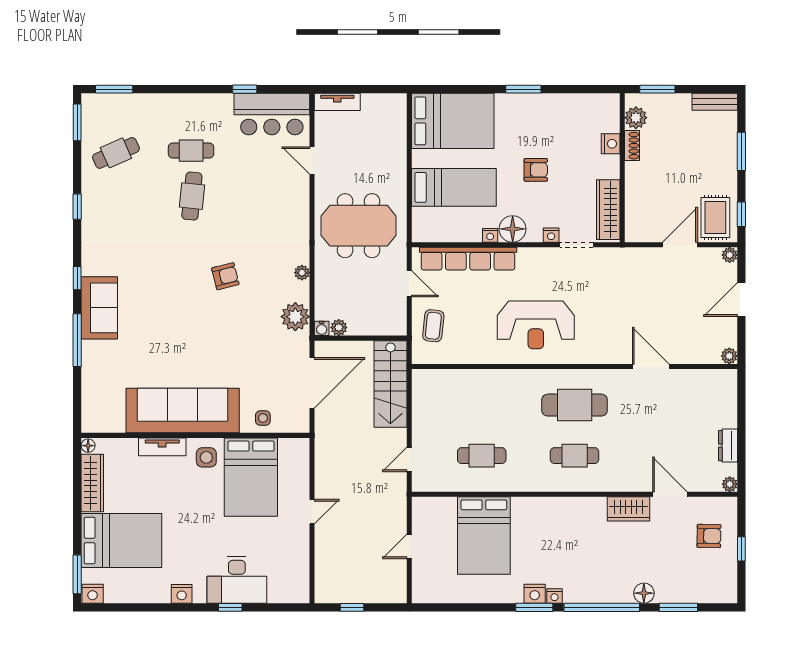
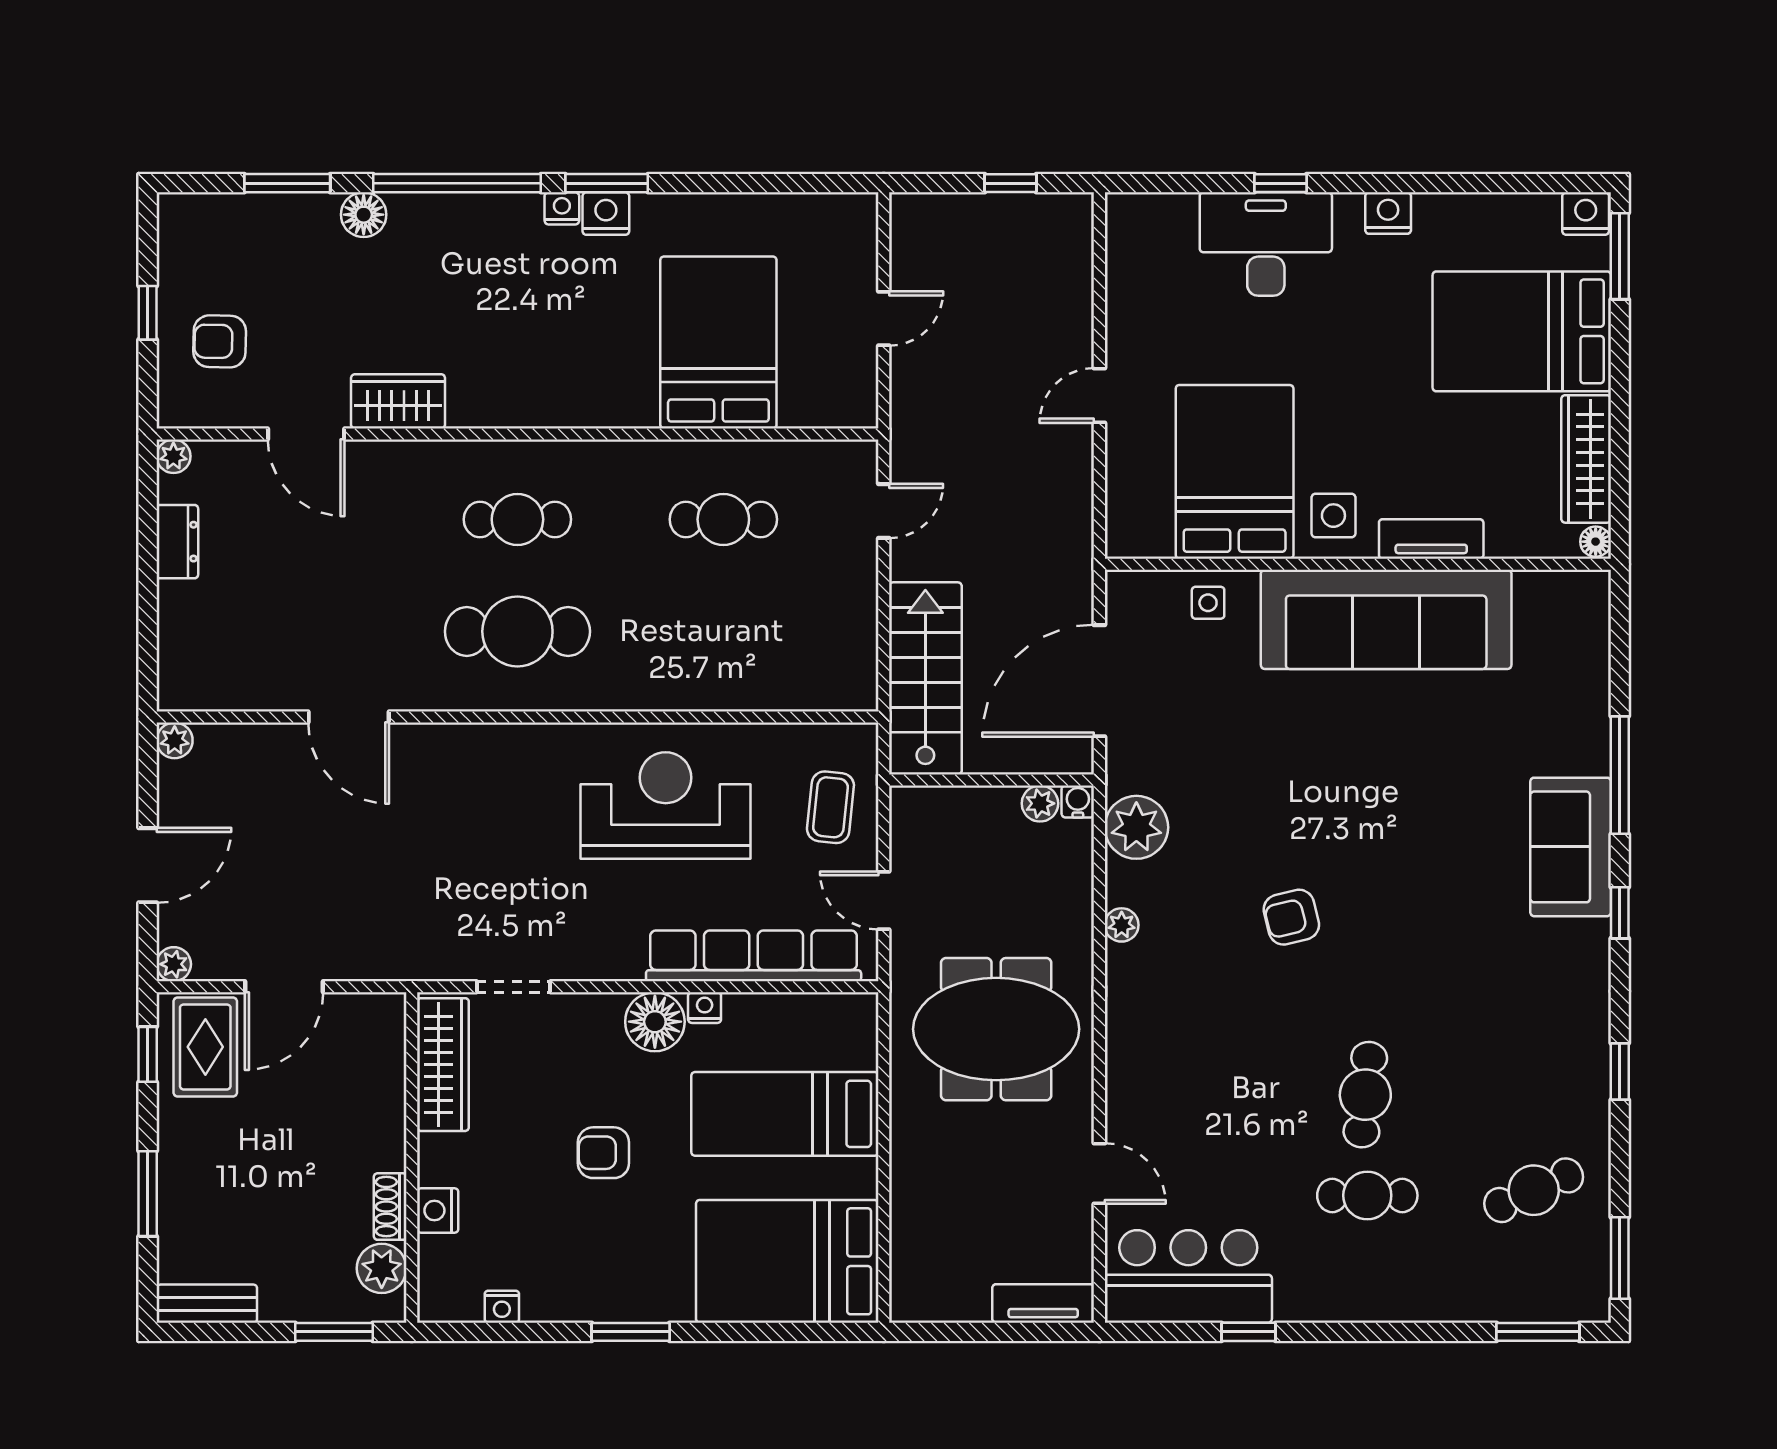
nightstand: (551, 235) -> (502, 1307), moved, turned 180
reception desk: (536, 325) -> (666, 805), moved

